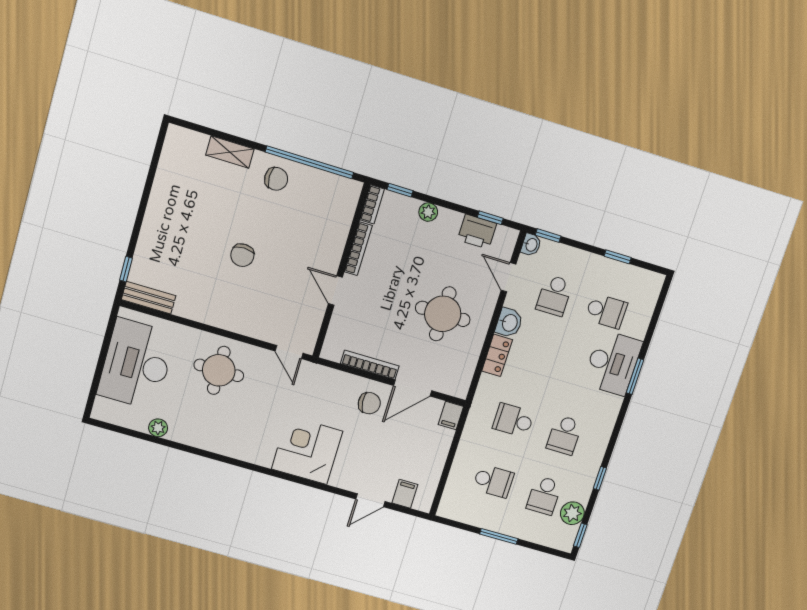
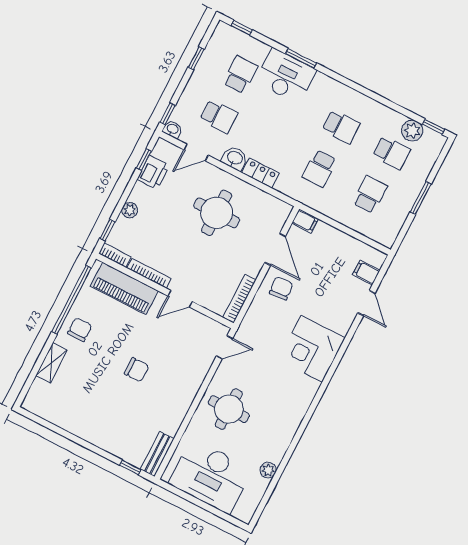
piano: (335, 223) -> (124, 288), added
bookcase: (370, 365) -> (239, 299), moved
window: (600, 478) -> (242, 28), moved

